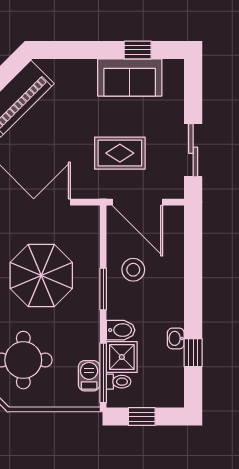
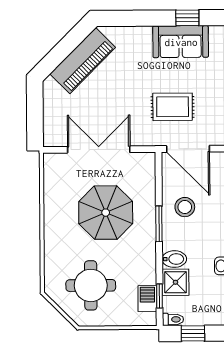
window: (103, 373) -> (159, 296), width x0.46
toilet: (119, 382) -> (173, 319), moved

